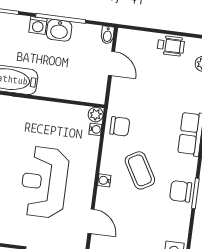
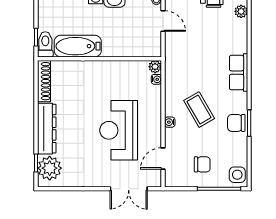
chair: (120, 126) -> (202, 164), moved
door: (91, 221) -> (163, 158), swing flipped

